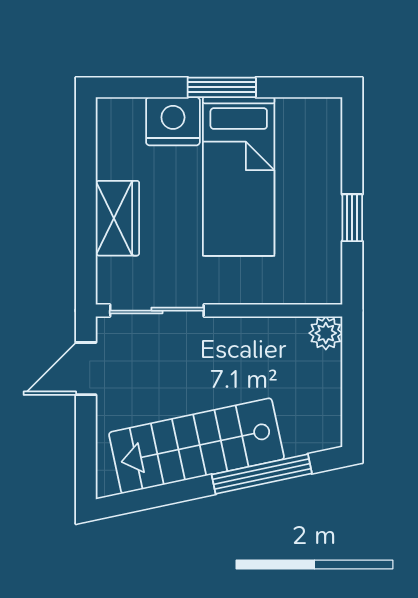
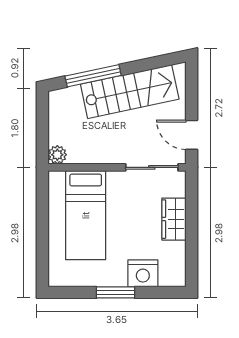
bed: (239, 177) -> (86, 215), moved, turned 180
window: (352, 218) -> (42, 219), removed
door: (86, 369) -> (192, 135), swing flipped

